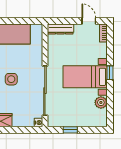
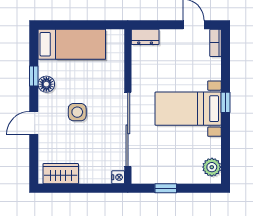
dresser: (60, 29) -> (145, 37), width x0.70
plant: (101, 102) -> (212, 167), moved

